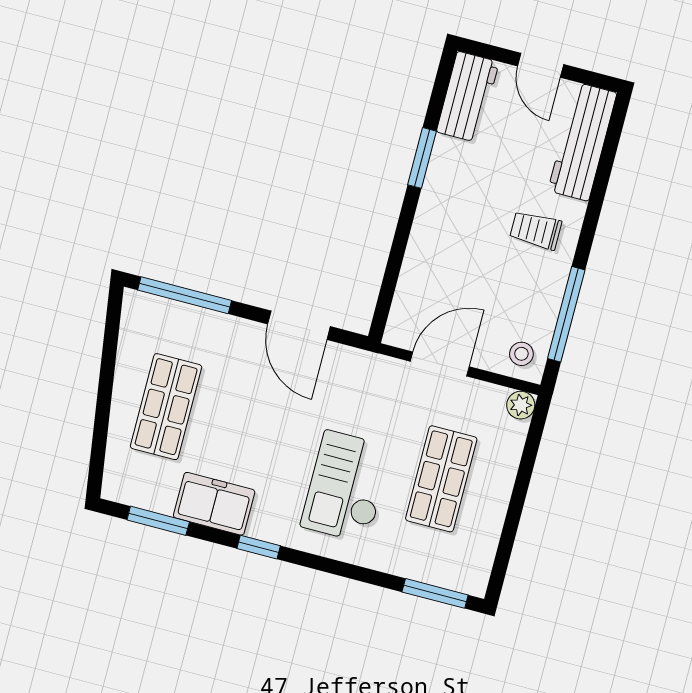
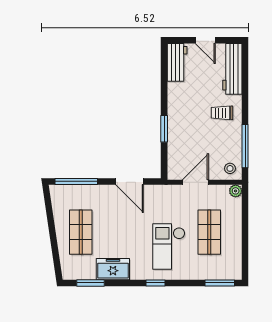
window: (422, 158) -> (164, 129), moved
window: (259, 547) -> (156, 283), moved

